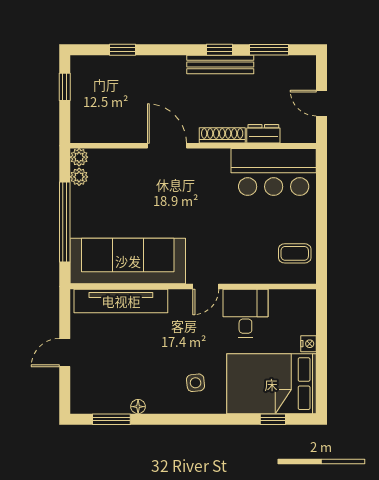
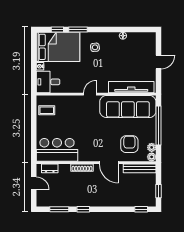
window: (122, 50) -> (141, 209), moved
bench: (220, 65) -> (140, 168), moved
dresser: (263, 134) -> (50, 168), moved
armchair: (125, 184) -> (129, 144), added
desk: (245, 313) -> (48, 82), moved, turned 90
window: (111, 419) -> (78, 30), moved

